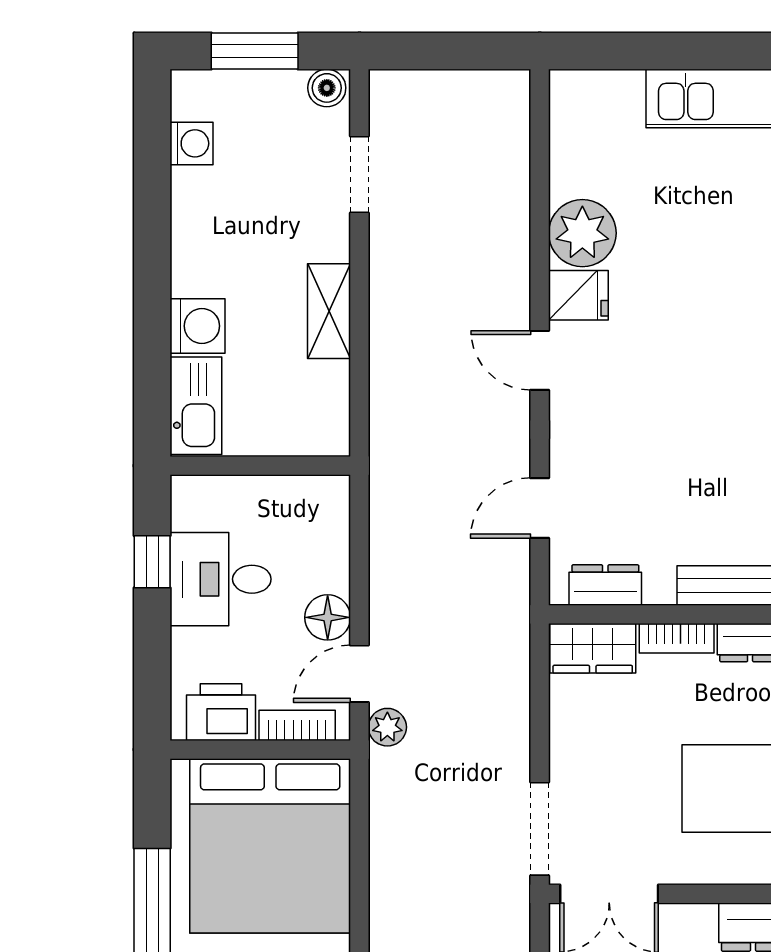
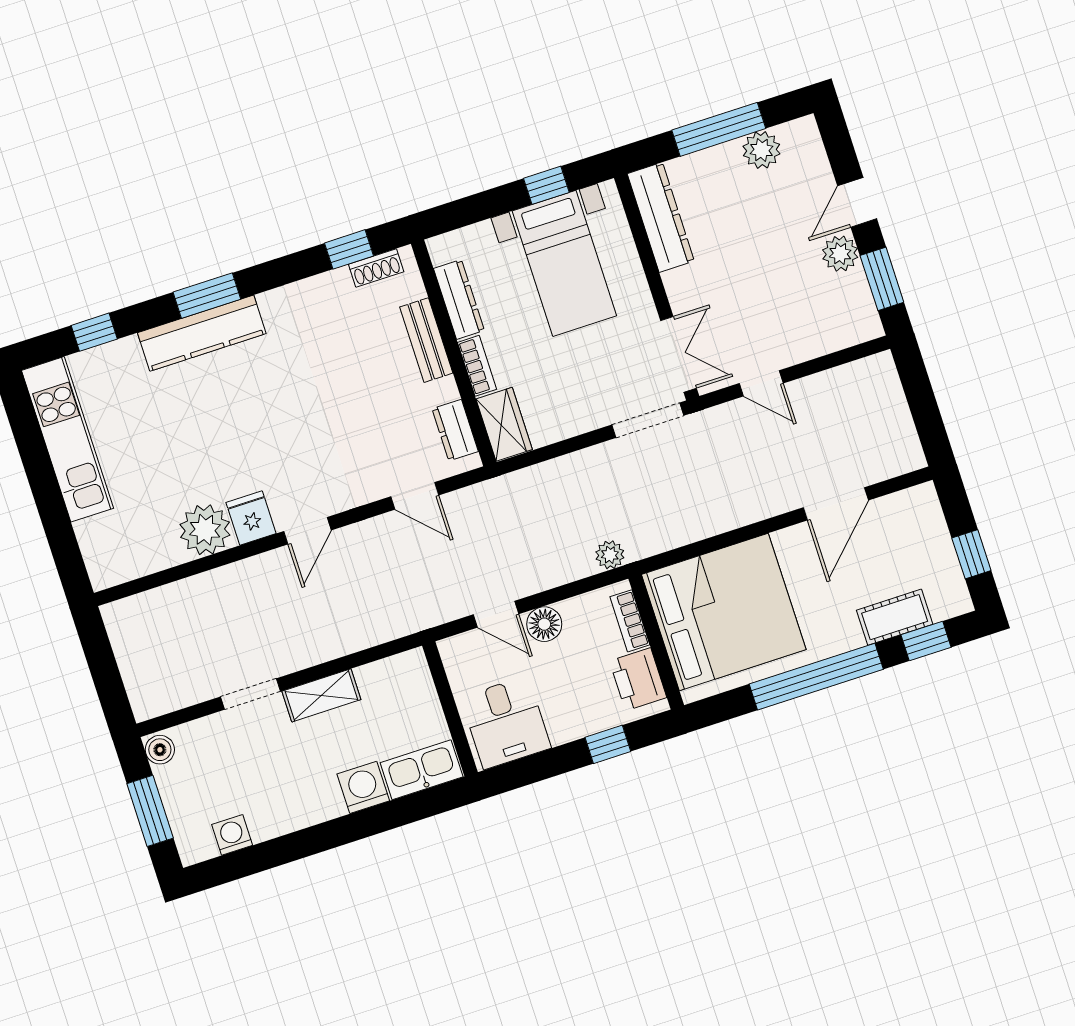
doorway: (359, 175) -> (251, 694), moved
window: (152, 562) -> (608, 744), moved
desk: (221, 579) -> (506, 723), moved
door: (359, 674) -> (496, 614), moved

